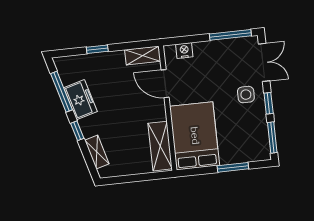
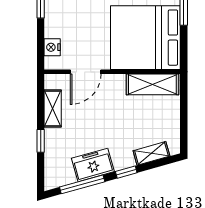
shelving: (143, 55) -> (53, 109), moved
bed: (195, 136) -> (145, 38), width x1.36

